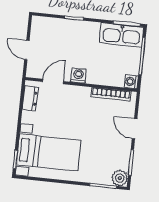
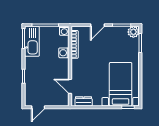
door: (27, 50) -> (38, 107), moved
washing machine: (78, 76) -> (64, 53), moved

